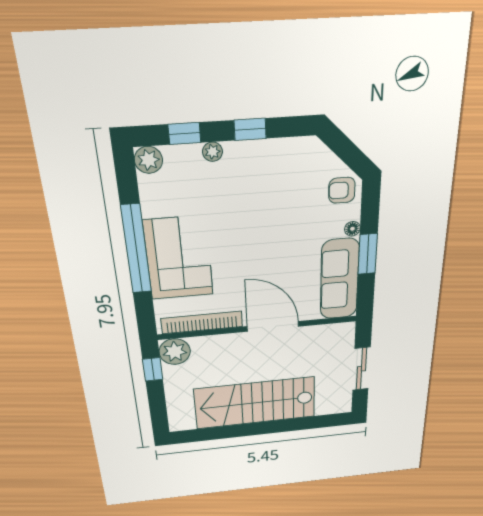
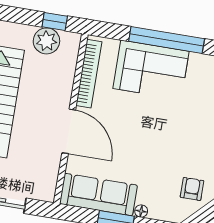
armchair: (342, 190) -> (192, 189), moved
door: (273, 326) -> (69, 131), hinge flipped
plant: (175, 352) -> (46, 41), moved

